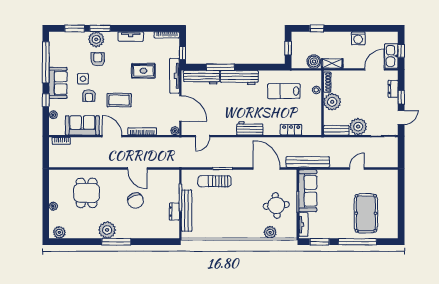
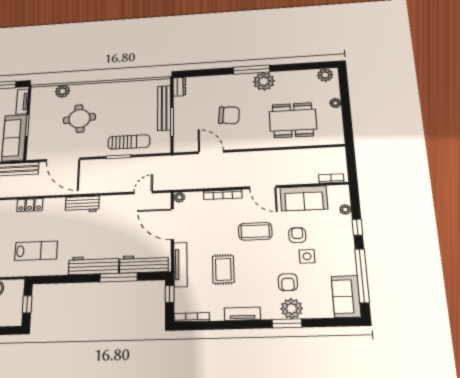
window: (75, 28) -> (324, 323), removed
rug: (143, 71) -> (223, 269), turned 90
sofa: (58, 83) -> (346, 296), moved
door: (137, 168) -> (211, 152), moved
dining table: (87, 193) -> (293, 120), width x1.38
chair: (136, 201) -> (229, 115), turned 117
round table: (276, 205) -> (79, 119), moved
dresser: (174, 211) -> (179, 87), moved

